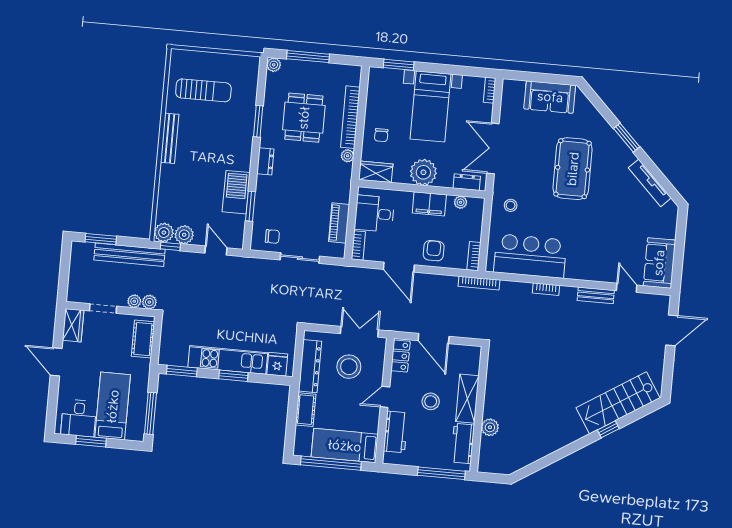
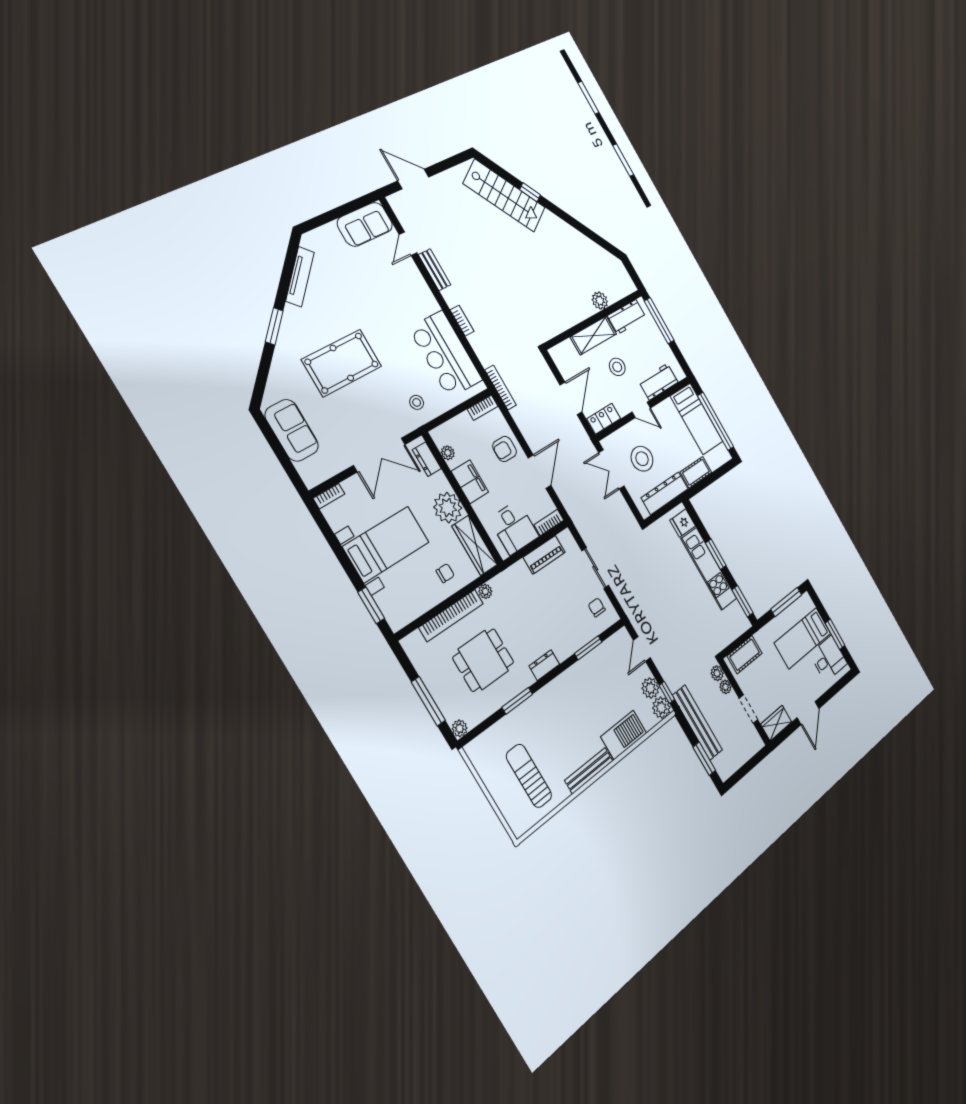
wardrobe: (376, 172) -> (475, 545), width x1.50
barbecue: (236, 192) -> (624, 735), moved, turned 180

